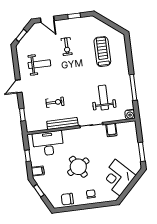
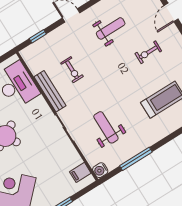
weight bench: (39, 64) -> (111, 28), turned -90
weight bench: (103, 97) -> (106, 127), turned -90
filing cabinet: (111, 130) -> (80, 172), moved

